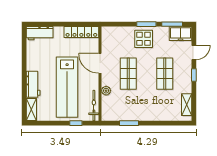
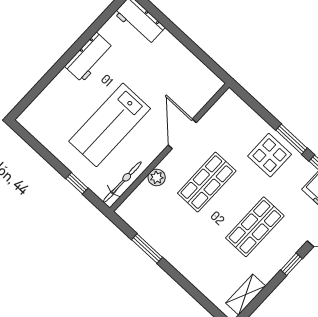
locker: (81, 32) -> (196, 70), removed
workbench: (33, 84) -> (89, 57), moved
lab bench: (67, 87) -> (110, 125), width x0.73
shelving: (31, 109) -> (35, 111), removed

